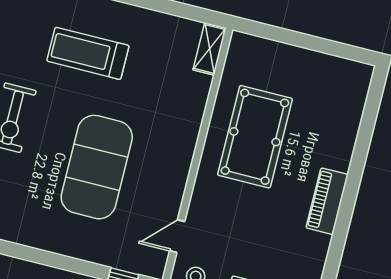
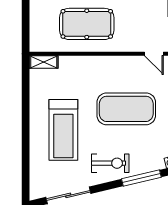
treadmill: (88, 53) -> (63, 130), width x1.37, depth x1.38

